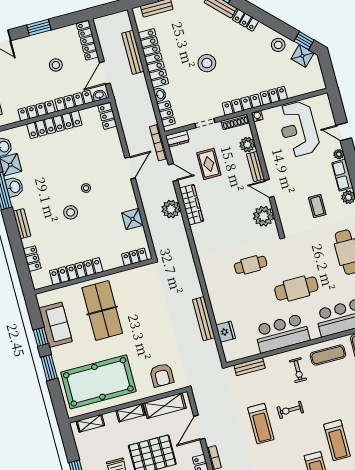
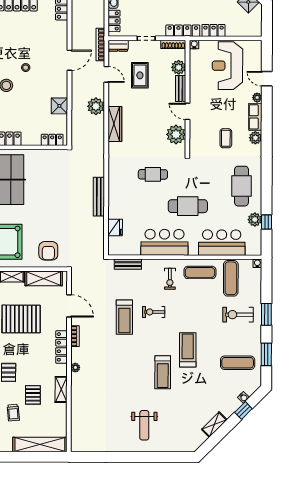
wardrobe: (191, 205) -> (115, 124), moved
bench: (204, 319) -> (99, 197), moved
door: (199, 427) -> (69, 306), swing flipped
treadmill: (337, 440) -> (188, 350), turned 180

